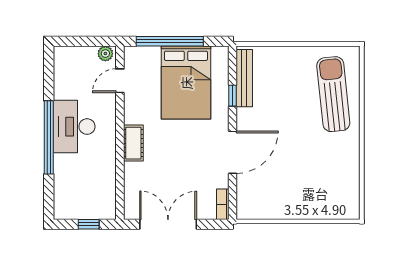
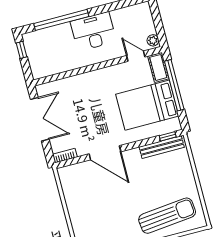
window: (232, 96) -> (168, 136), moved
window: (49, 137) -> (61, 20), moved
cot: (133, 143) -> (158, 67), moved, turned 90
window: (89, 224) -> (21, 50), moved

